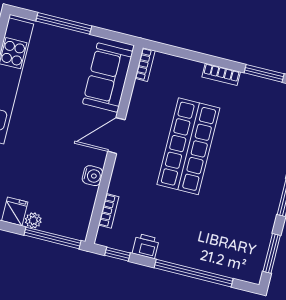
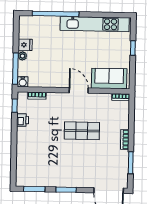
window: (64, 23) -> (133, 48), width x0.46
shop shelf: (188, 146) -> (82, 131), width x0.70, depth x0.74
water cooler: (92, 176) -> (23, 82), moved
window: (194, 273) -> (14, 149), removed

